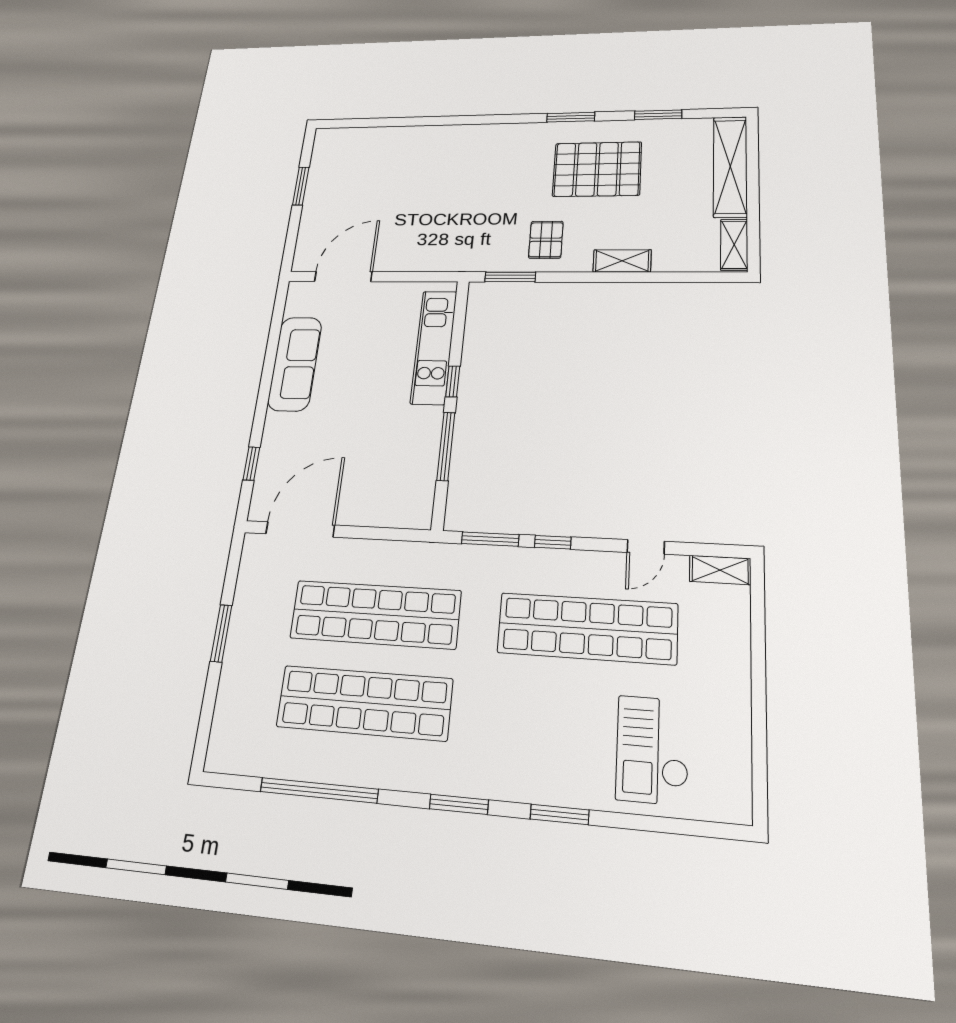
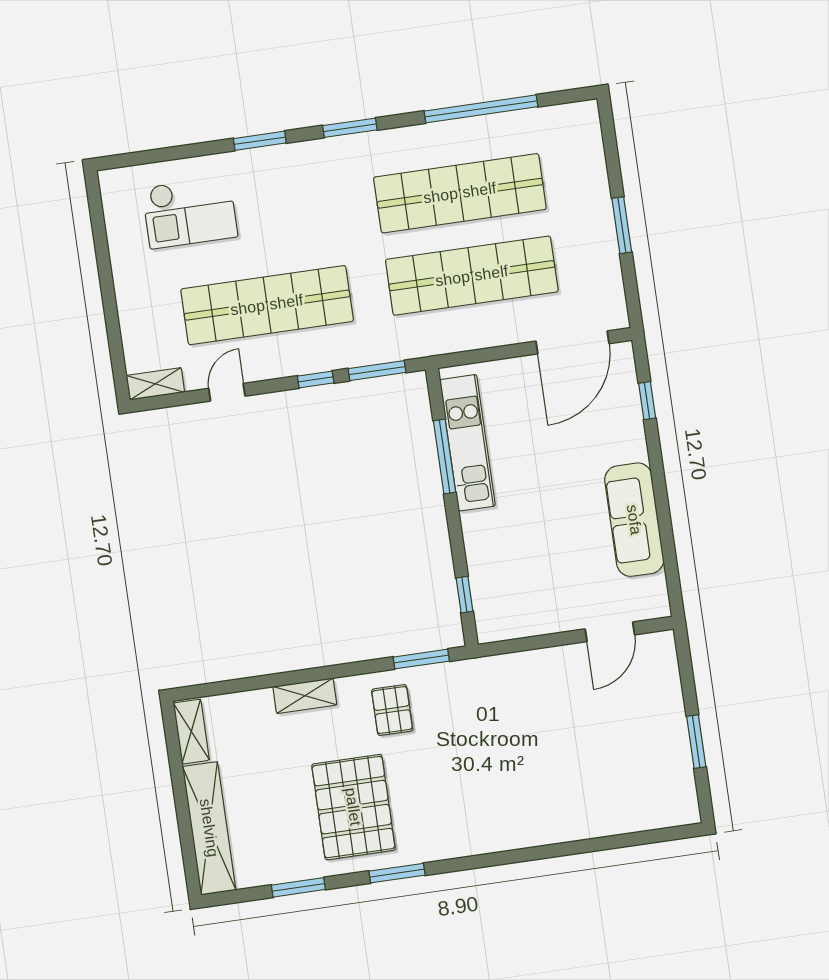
pallet: (597, 169) -> (353, 807), turned 90
door: (343, 277) -> (610, 632), width x0.73
kitchen unit: (434, 347) -> (468, 443), moved
window: (453, 381) -> (464, 595), moved
checkout: (652, 750) -> (190, 212), turned 90

